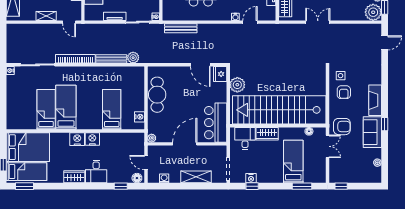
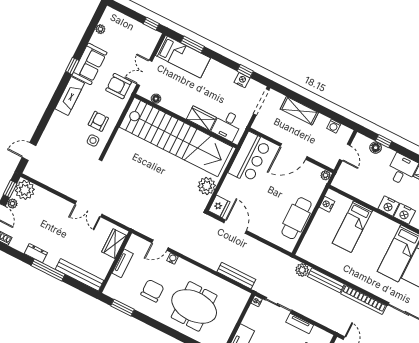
bed: (293, 162) -> (183, 57), moved, turned -90
floor lamp: (137, 178) -> (376, 148), moved

